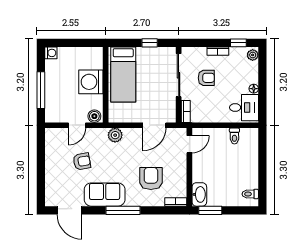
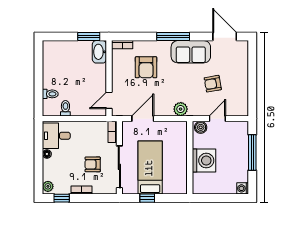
bed: (123, 75) -> (150, 168), moved
toilet: (250, 194) -> (50, 94), moved

